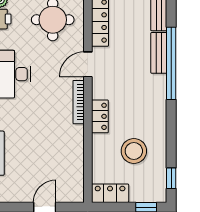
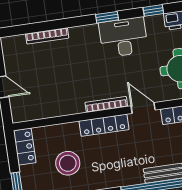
locker: (100, 116) -> (104, 125), width x1.53

